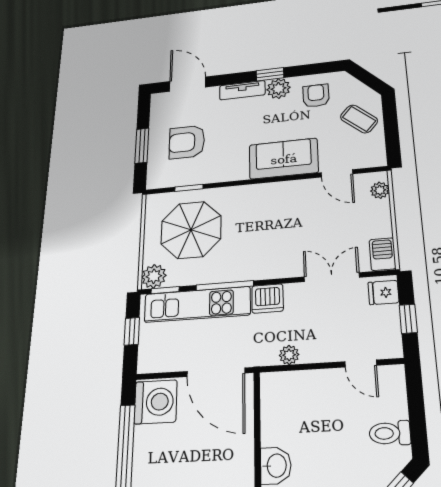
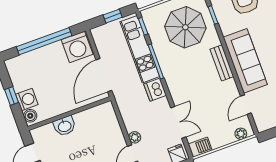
sofa: (284, 159) -> (245, 61), width x1.36
bench: (263, 192) -> (222, 63), added
plant: (154, 276) -> (150, 16), removed
plant: (289, 355) -> (135, 137), moved

